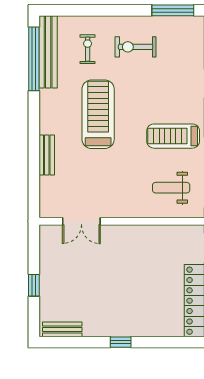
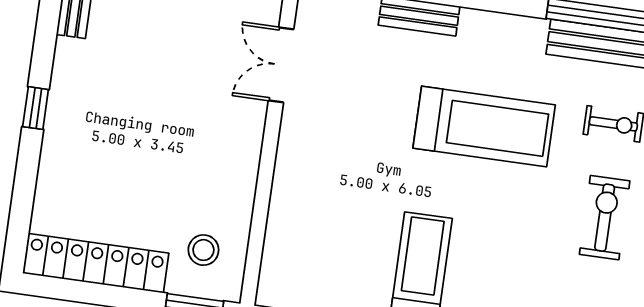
weight bench: (171, 188) -> (322, 248), removed
stool: (180, 247) -> (203, 250), added

